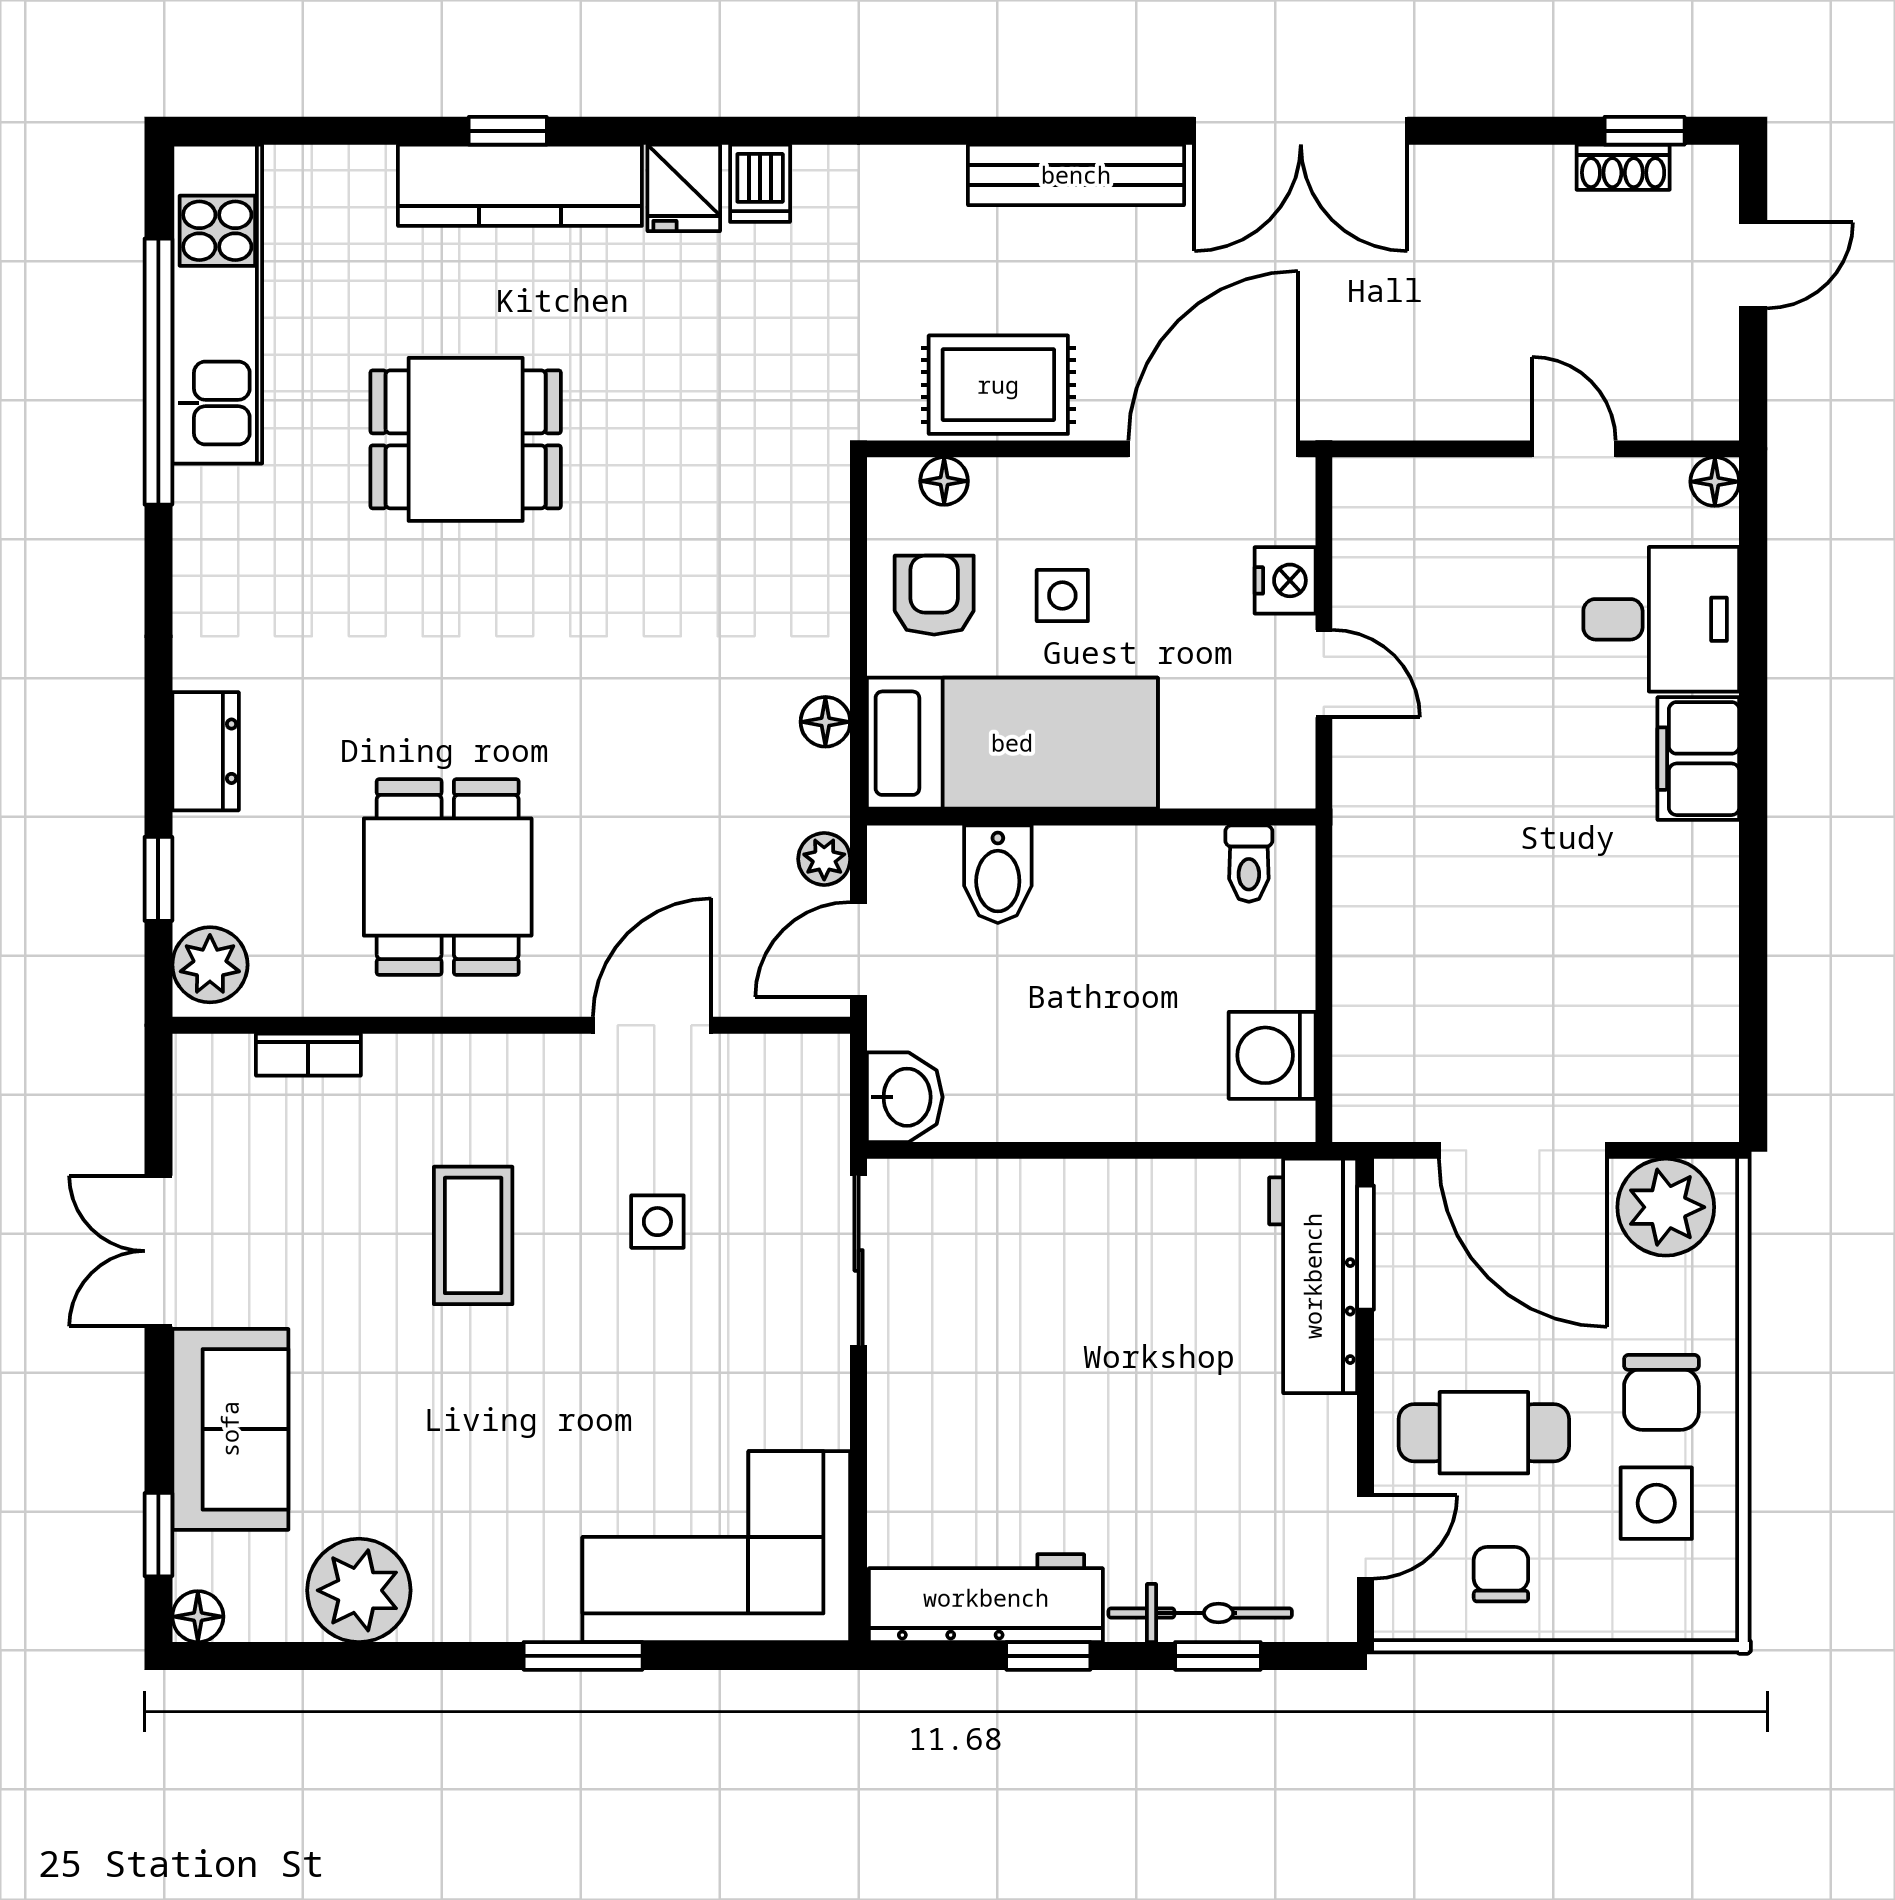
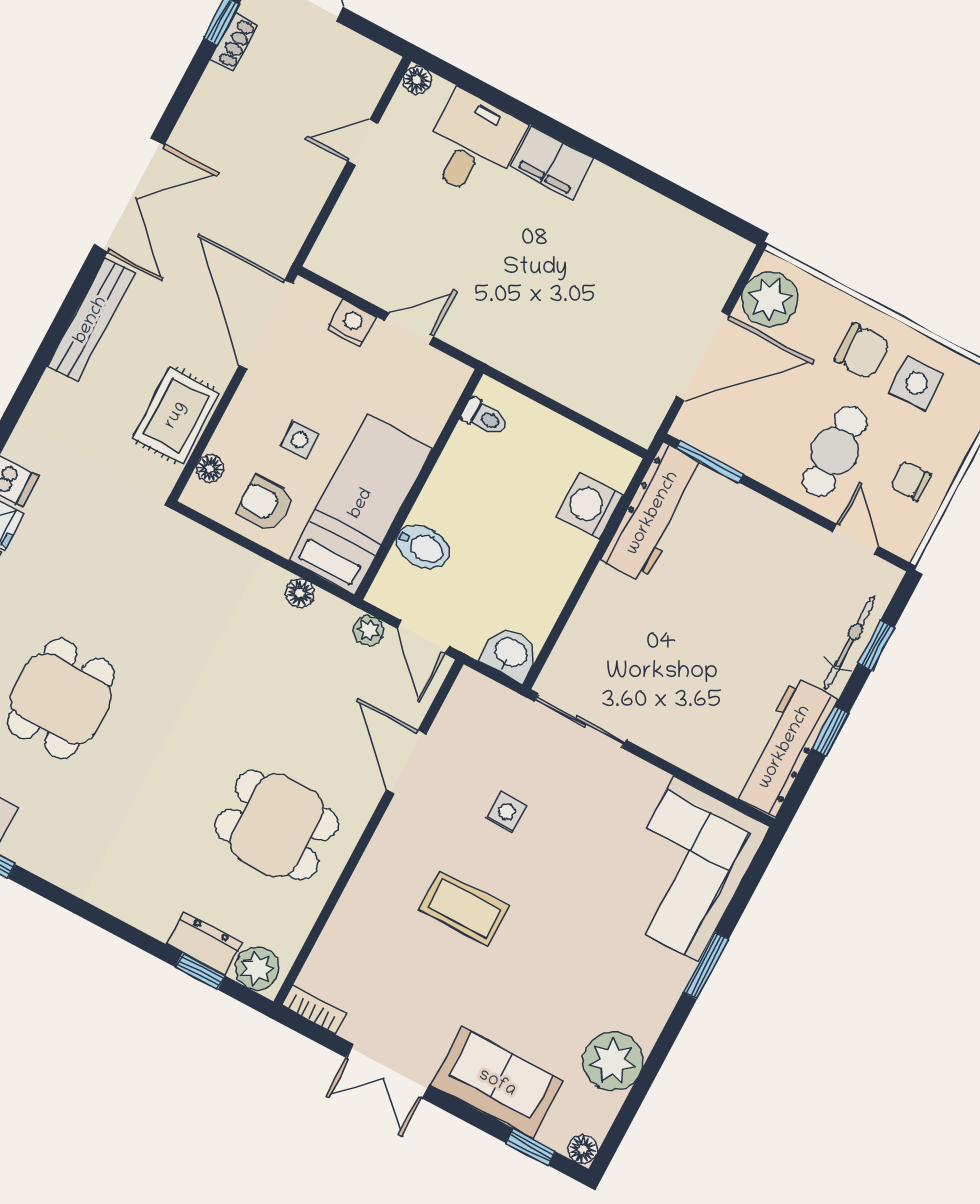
dresser: (206, 751) -> (204, 943), moved
bookcase: (308, 1055) -> (314, 1009), moved, turned -90
washing machine: (1272, 1055) -> (590, 506), moved, turned 90
workbench: (1313, 1276) -> (653, 513), moved, turned -90

